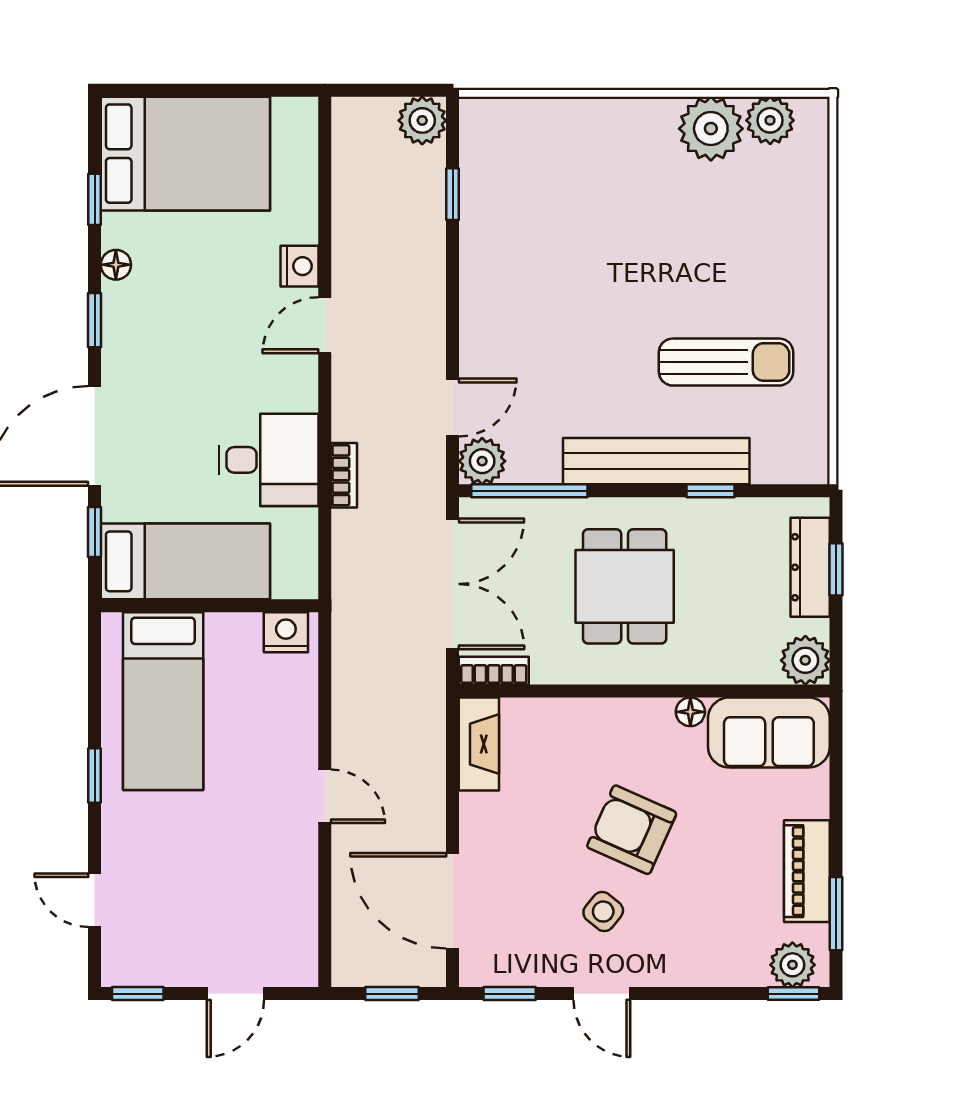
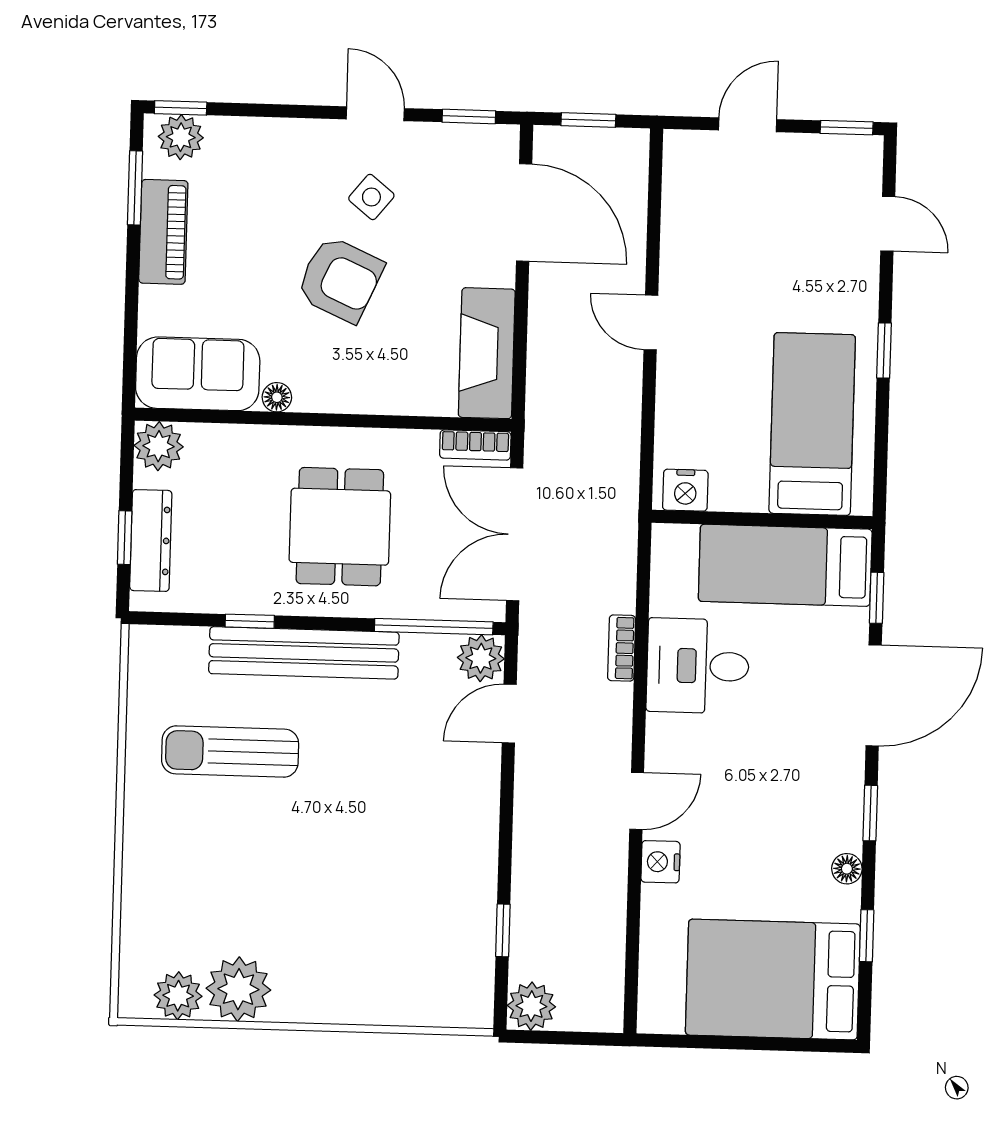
fireplace: (479, 744) -> (487, 353), width x1.37, depth x1.32

